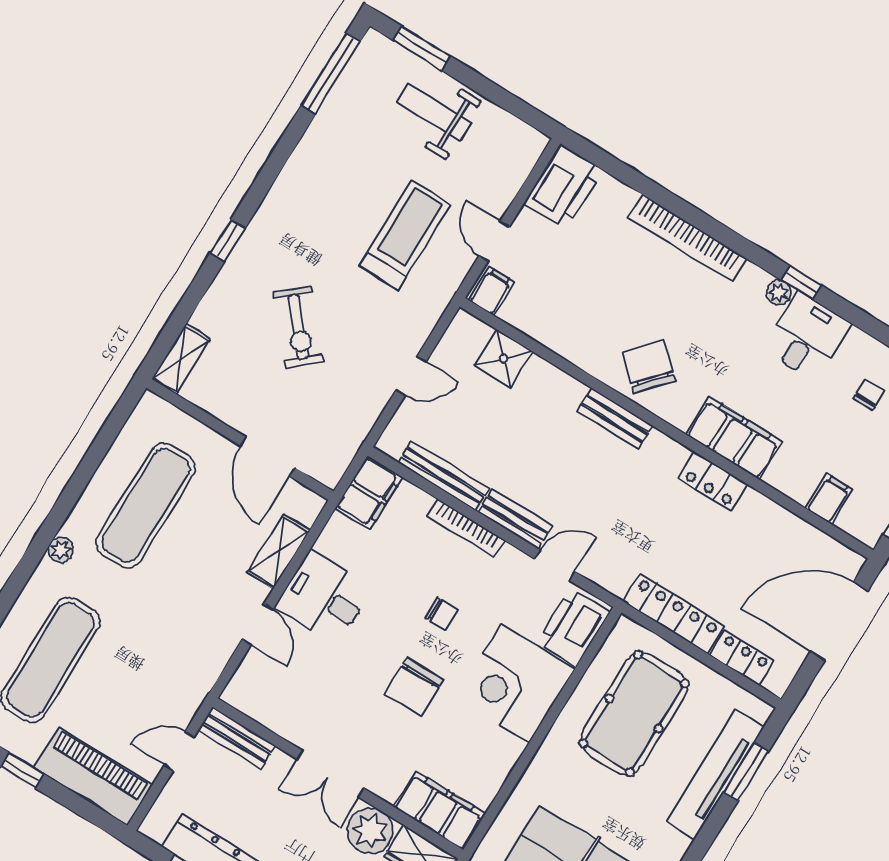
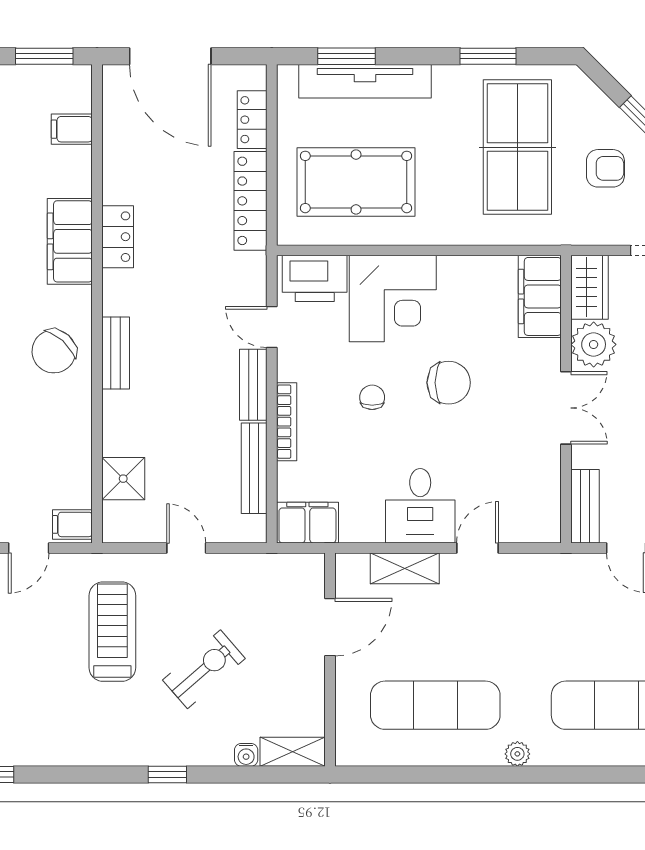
treadmill: (405, 235) -> (112, 632), moved, turned 90
water cooler: (203, 318) -> (246, 755), added

